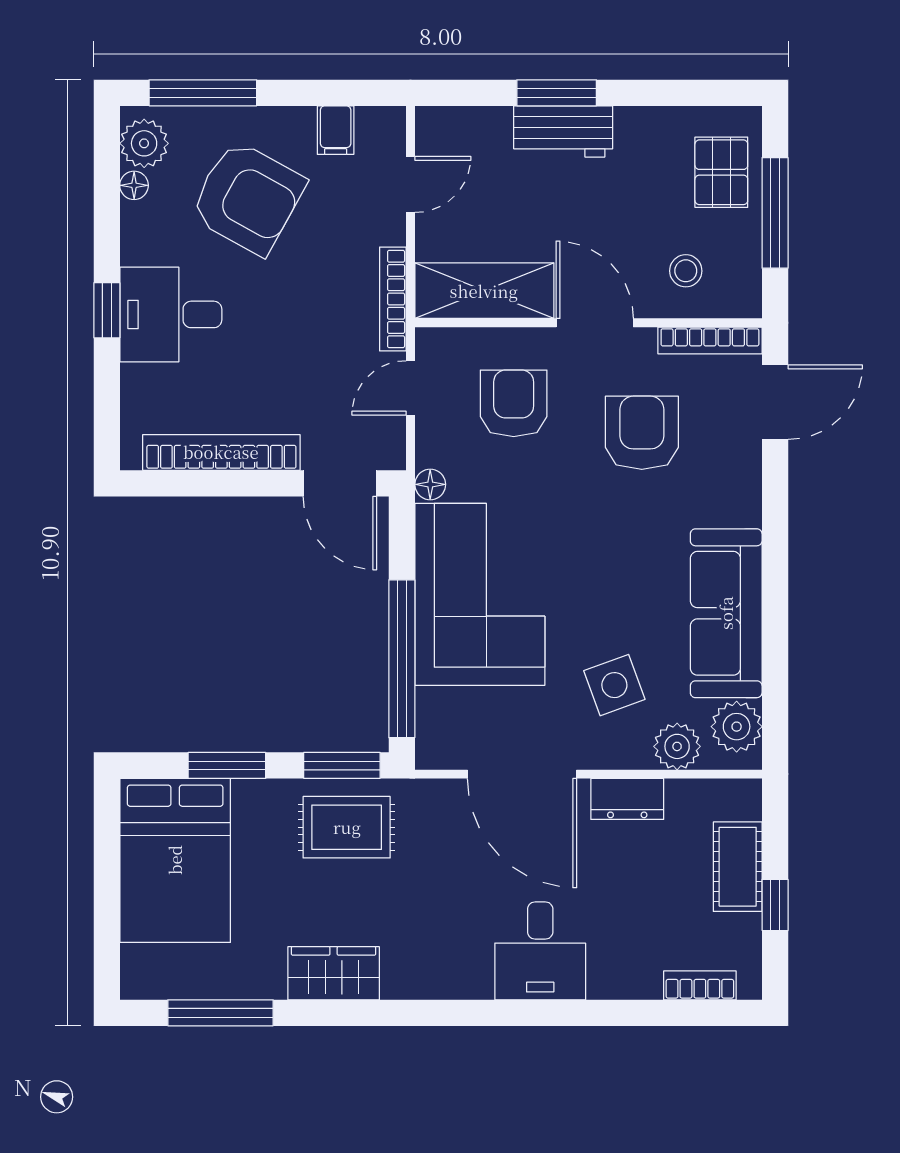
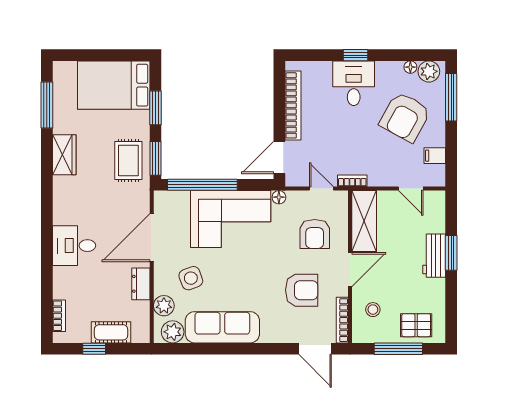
bookcase: (393, 299) -> (352, 181), width x0.64
armchair: (514, 403) -> (315, 234), turned 90

